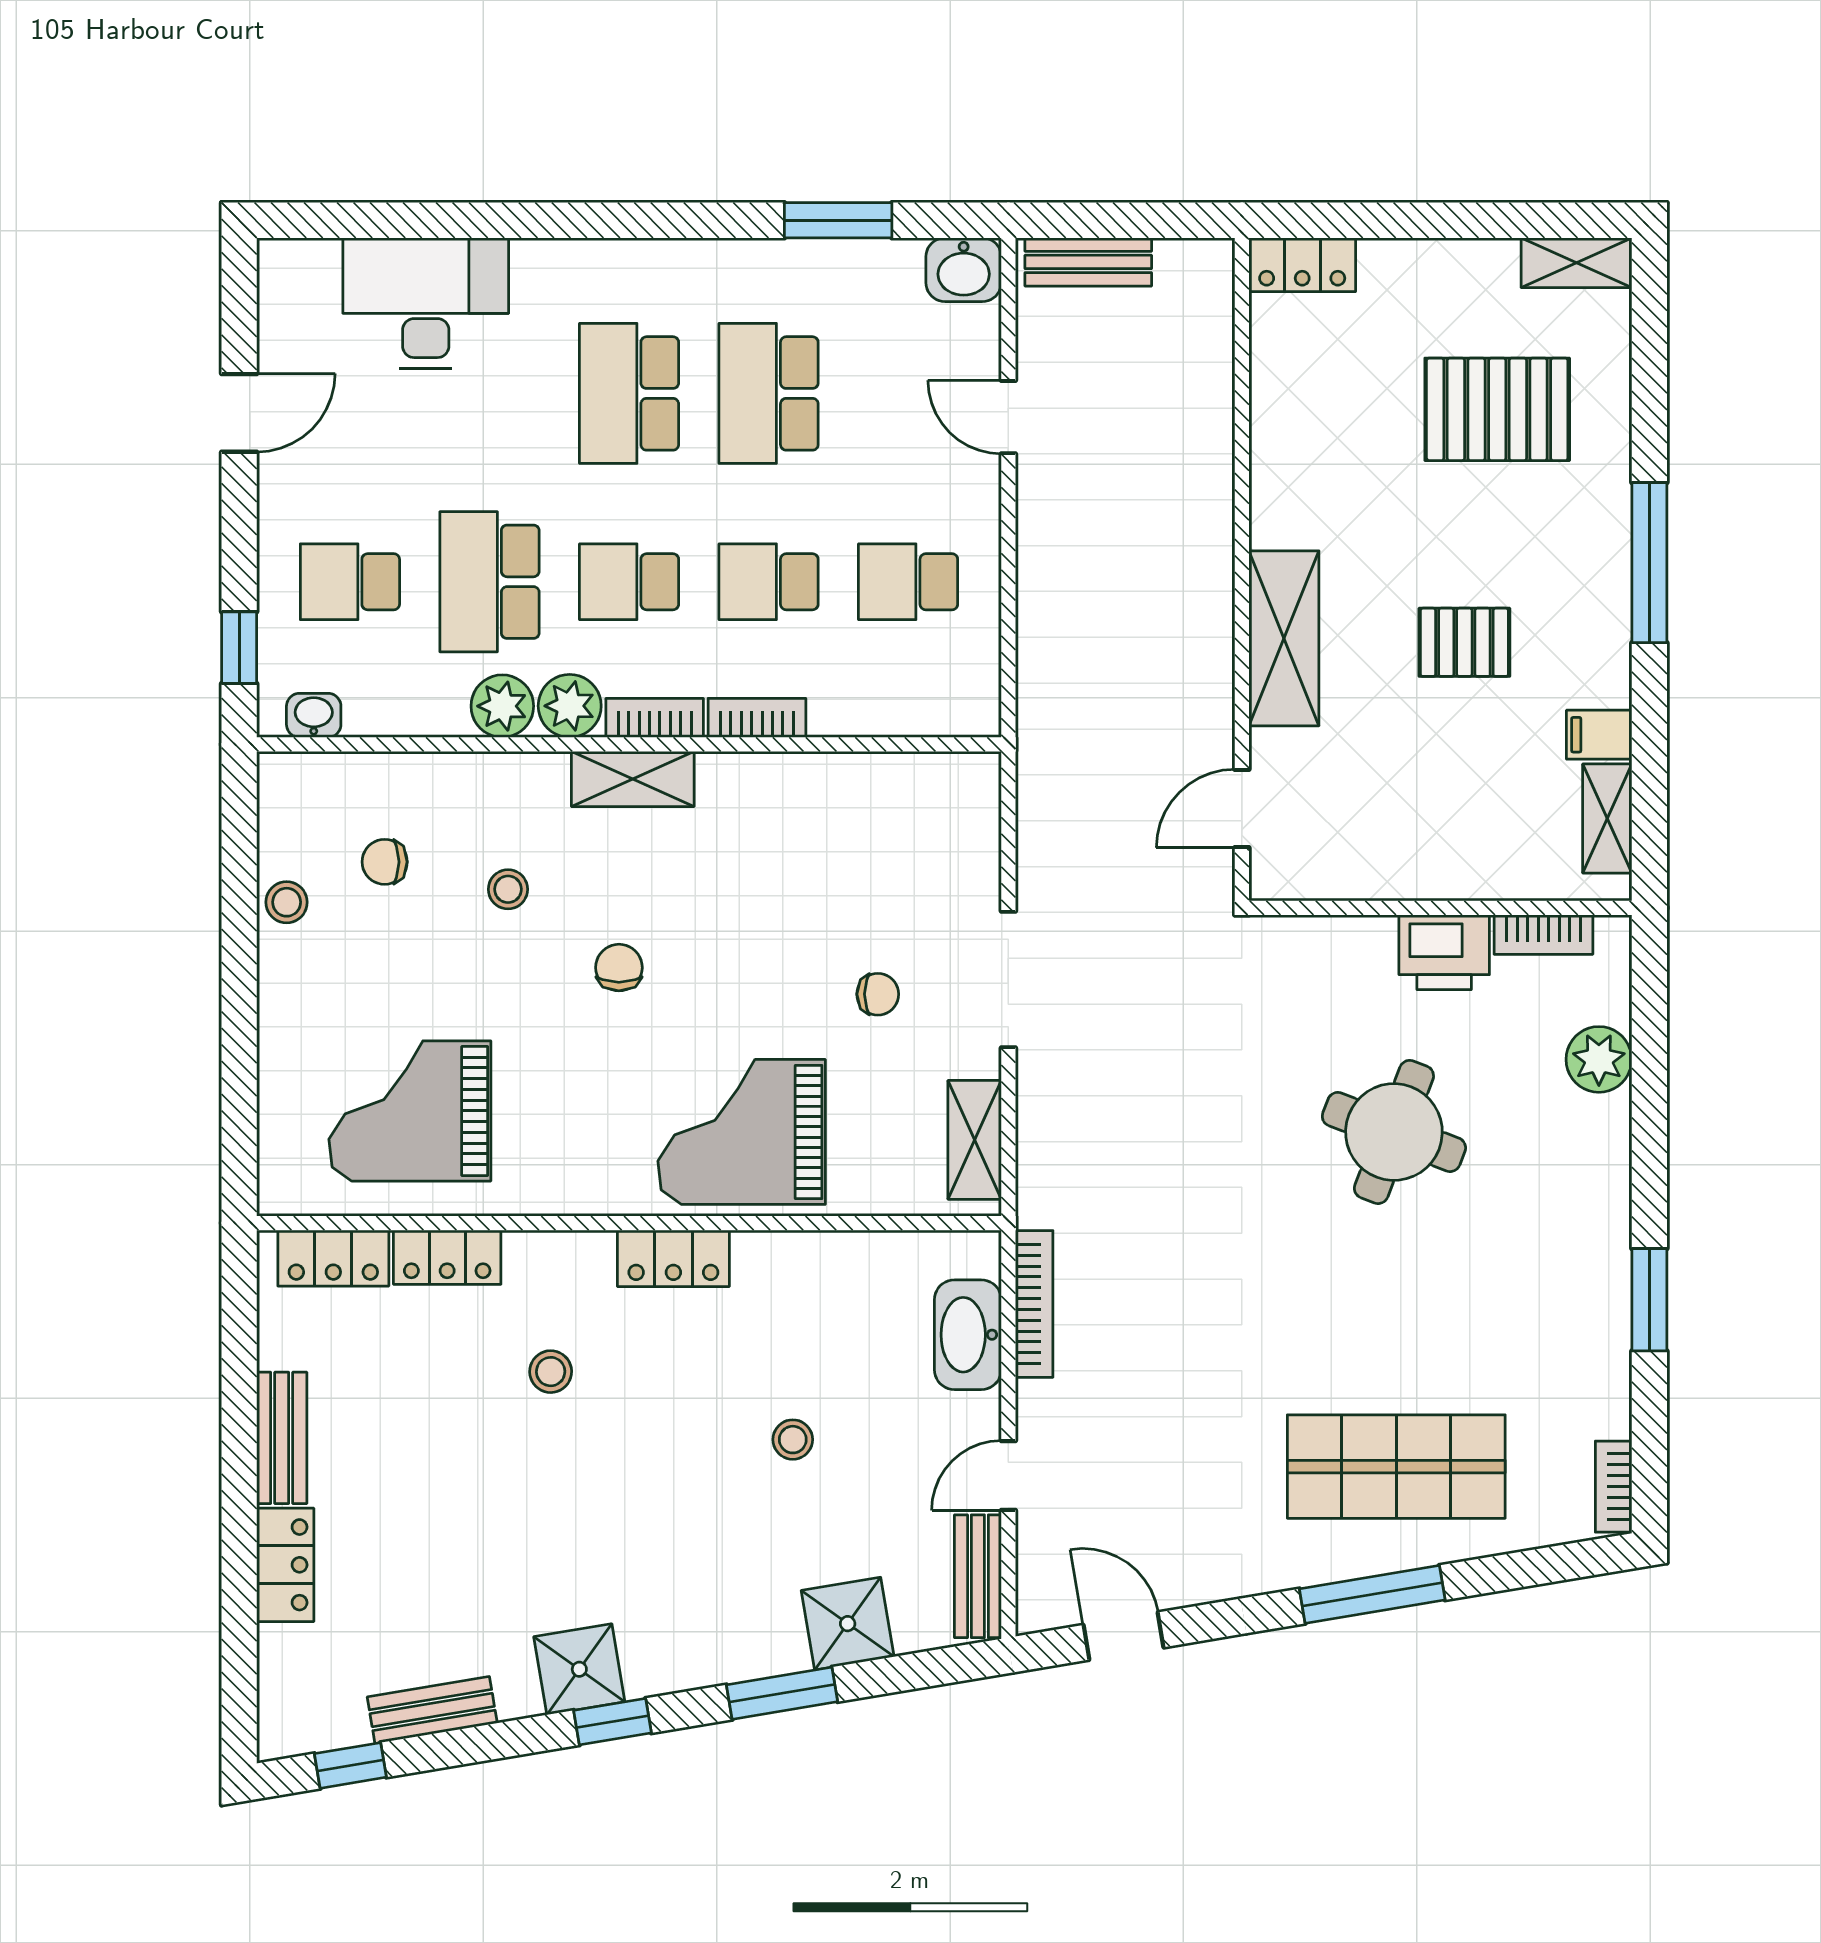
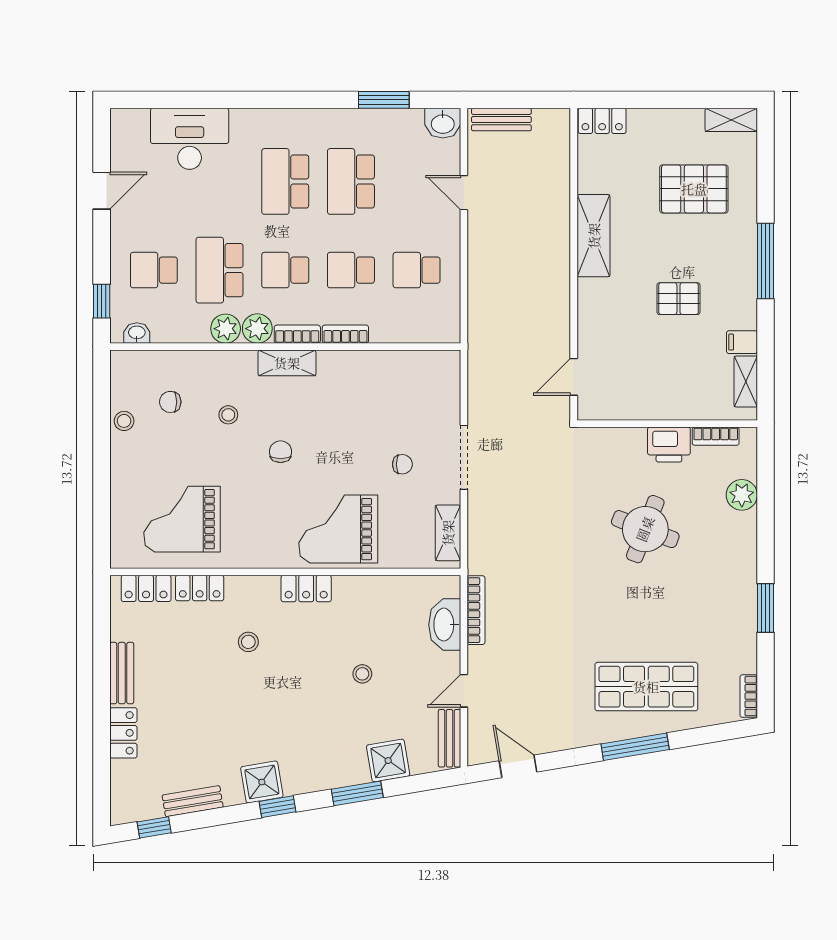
shelving: (1284, 638) -> (594, 236), moved

